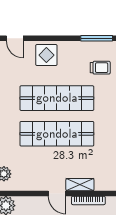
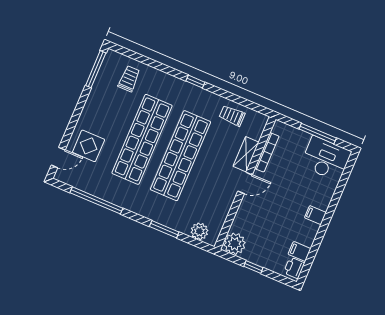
display table: (46, 55) -> (89, 146), moved
trolley: (106, 161) -> (232, 116), added

